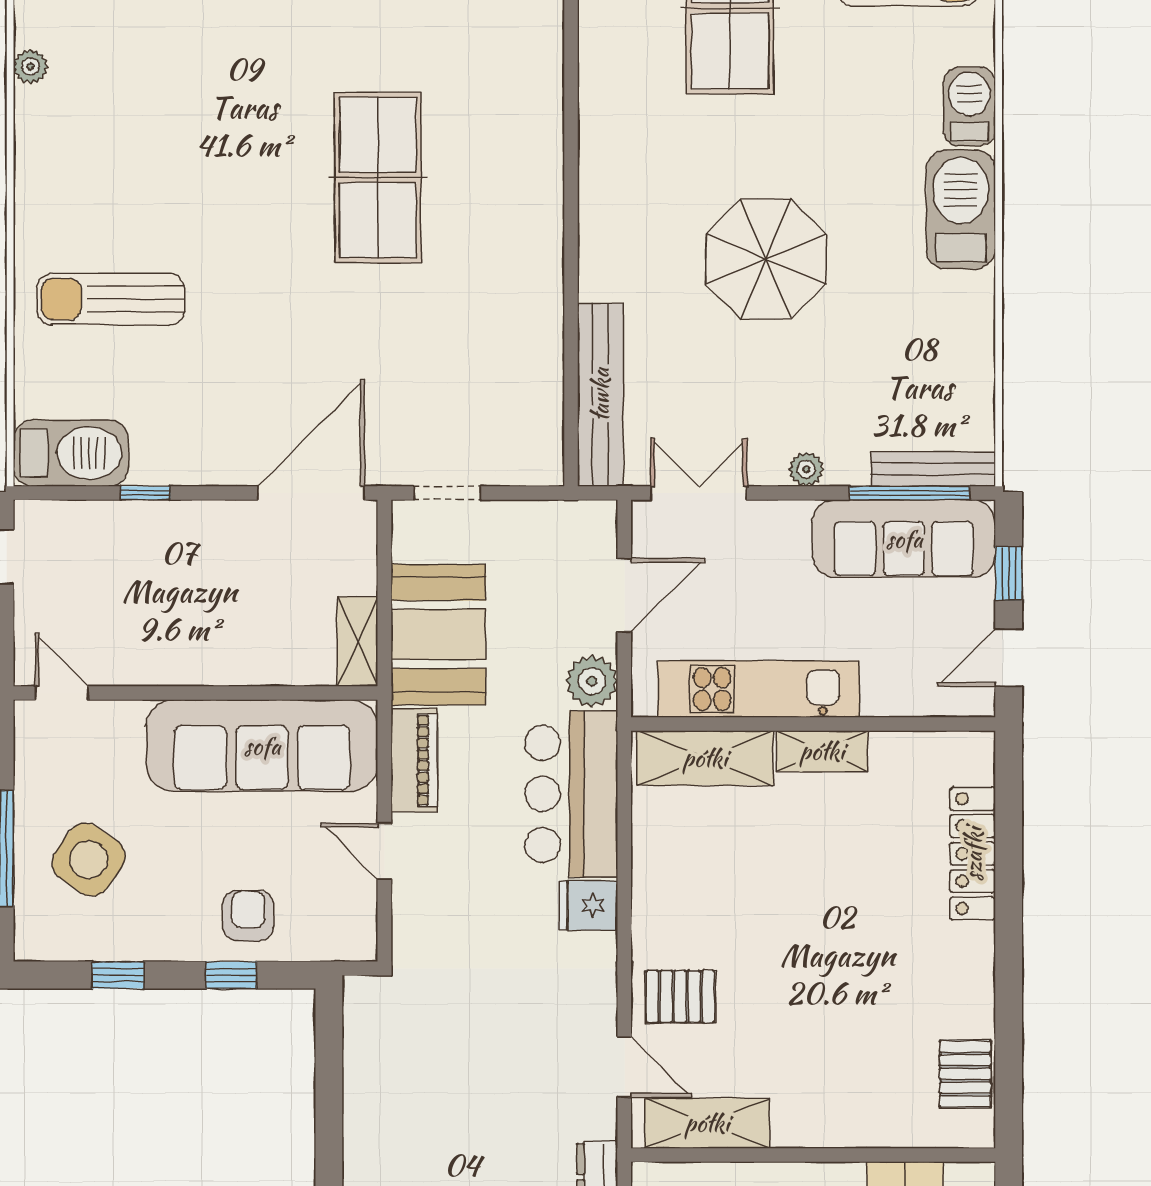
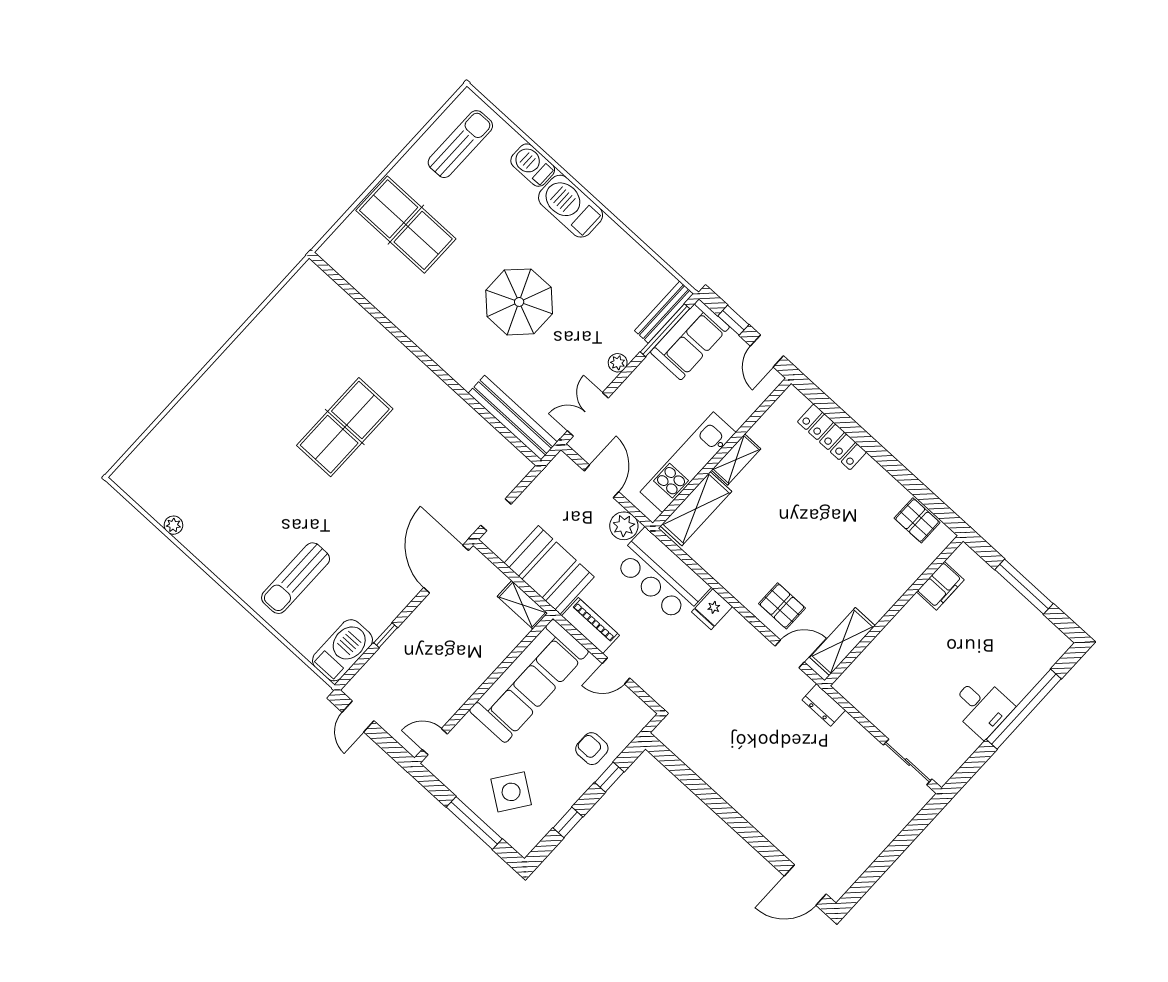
table tennis table: (378, 178) -> (345, 427), turned 90
sofa: (904, 539) -> (690, 340), width x0.73
pallet: (680, 997) -> (782, 606), turned 90

